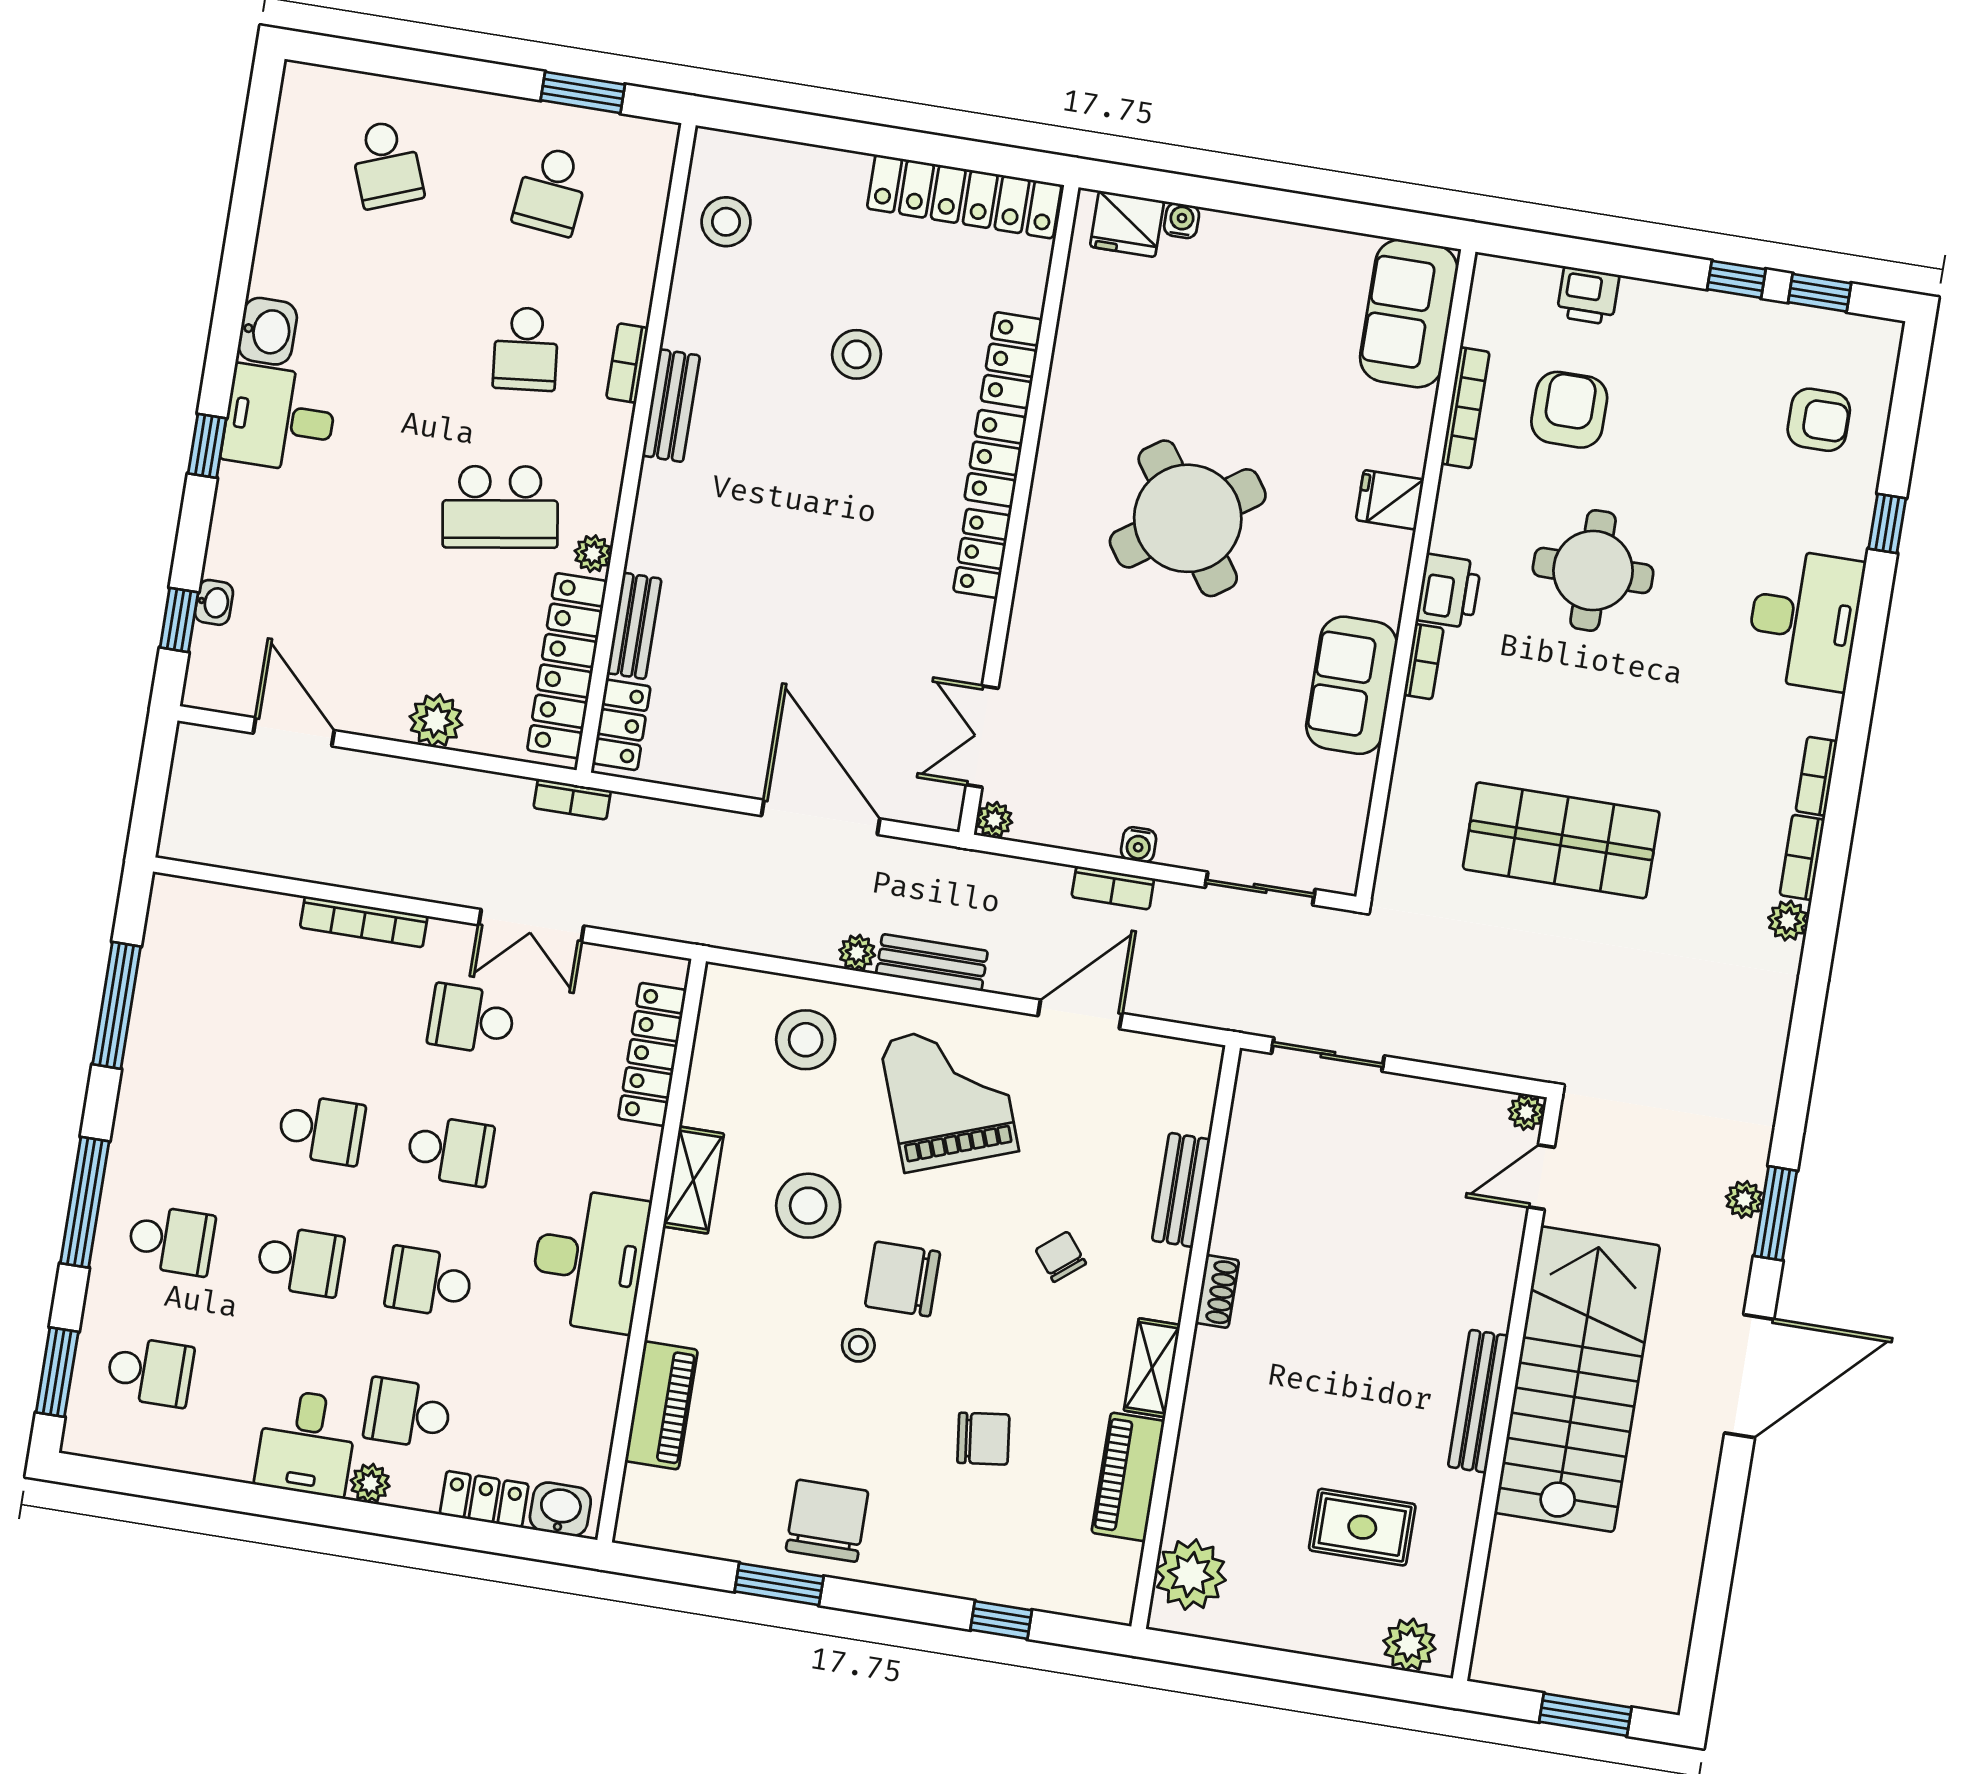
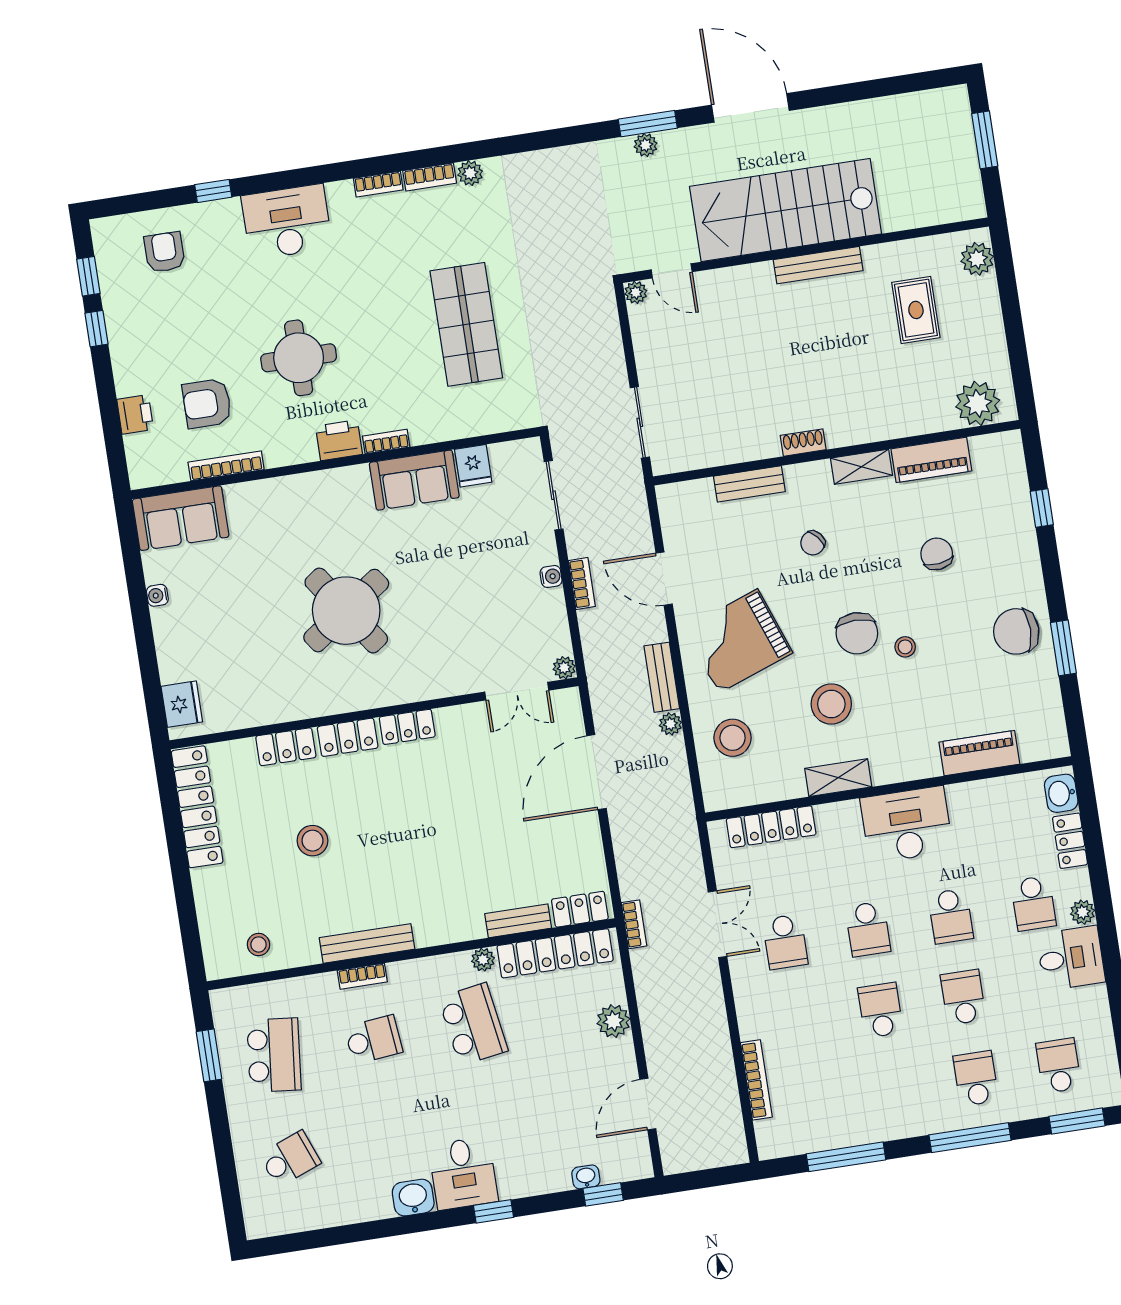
school desk: (551, 191) -> (274, 1055), width x1.85
water cooler: (1182, 221) -> (157, 595), moved
stool: (726, 222) -> (259, 944), width x0.73, depth x0.73
bench: (671, 406) -> (367, 943), width x1.36
fridge: (1390, 500) -> (473, 466), moved
bookcase: (364, 922) -> (756, 1080), moved
school desk: (450, 1151) -> (868, 929), turned 180

